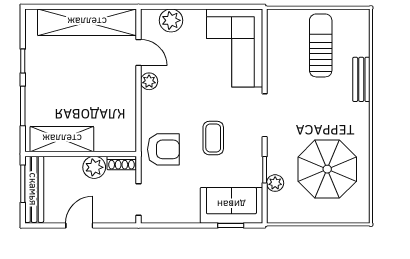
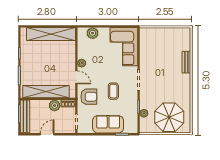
sun lounger: (321, 45) -> (166, 45), removed
door: (138, 53) -> (76, 77), moved
shelving: (62, 139) -> (46, 92), width x1.47
parasol: (327, 169) -> (169, 117), moved
sofa: (231, 205) -> (108, 124), moved

